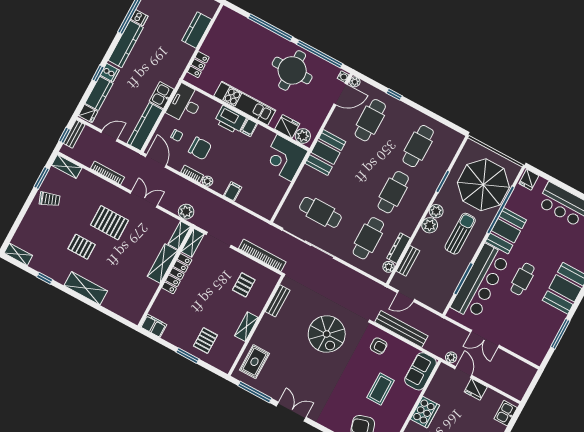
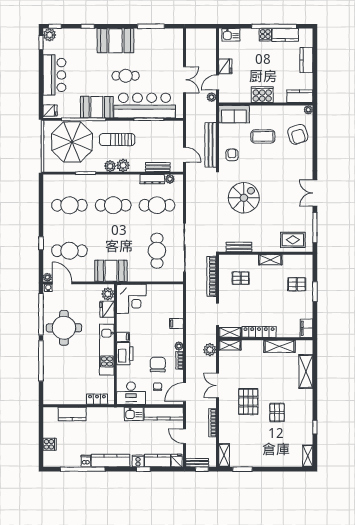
trolley: (50, 199) -> (255, 455), removed
shelving: (163, 264) -> (280, 346), moved
shelving: (86, 288) -> (306, 372), moved

